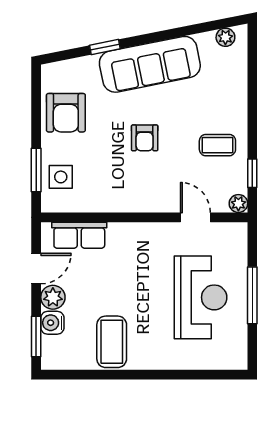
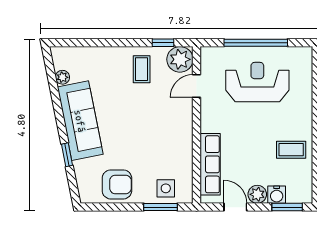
plant: (225, 37) -> (62, 77), moved
armchair: (145, 138) -> (136, 125), removed
plant: (238, 204) -> (180, 59), width x1.88, depth x1.88
row of seats: (79, 235) -> (210, 164), width x1.48
window: (252, 295) -> (256, 43), width x1.46
coffee table: (112, 342) -> (291, 150), width x0.73, depth x0.77

